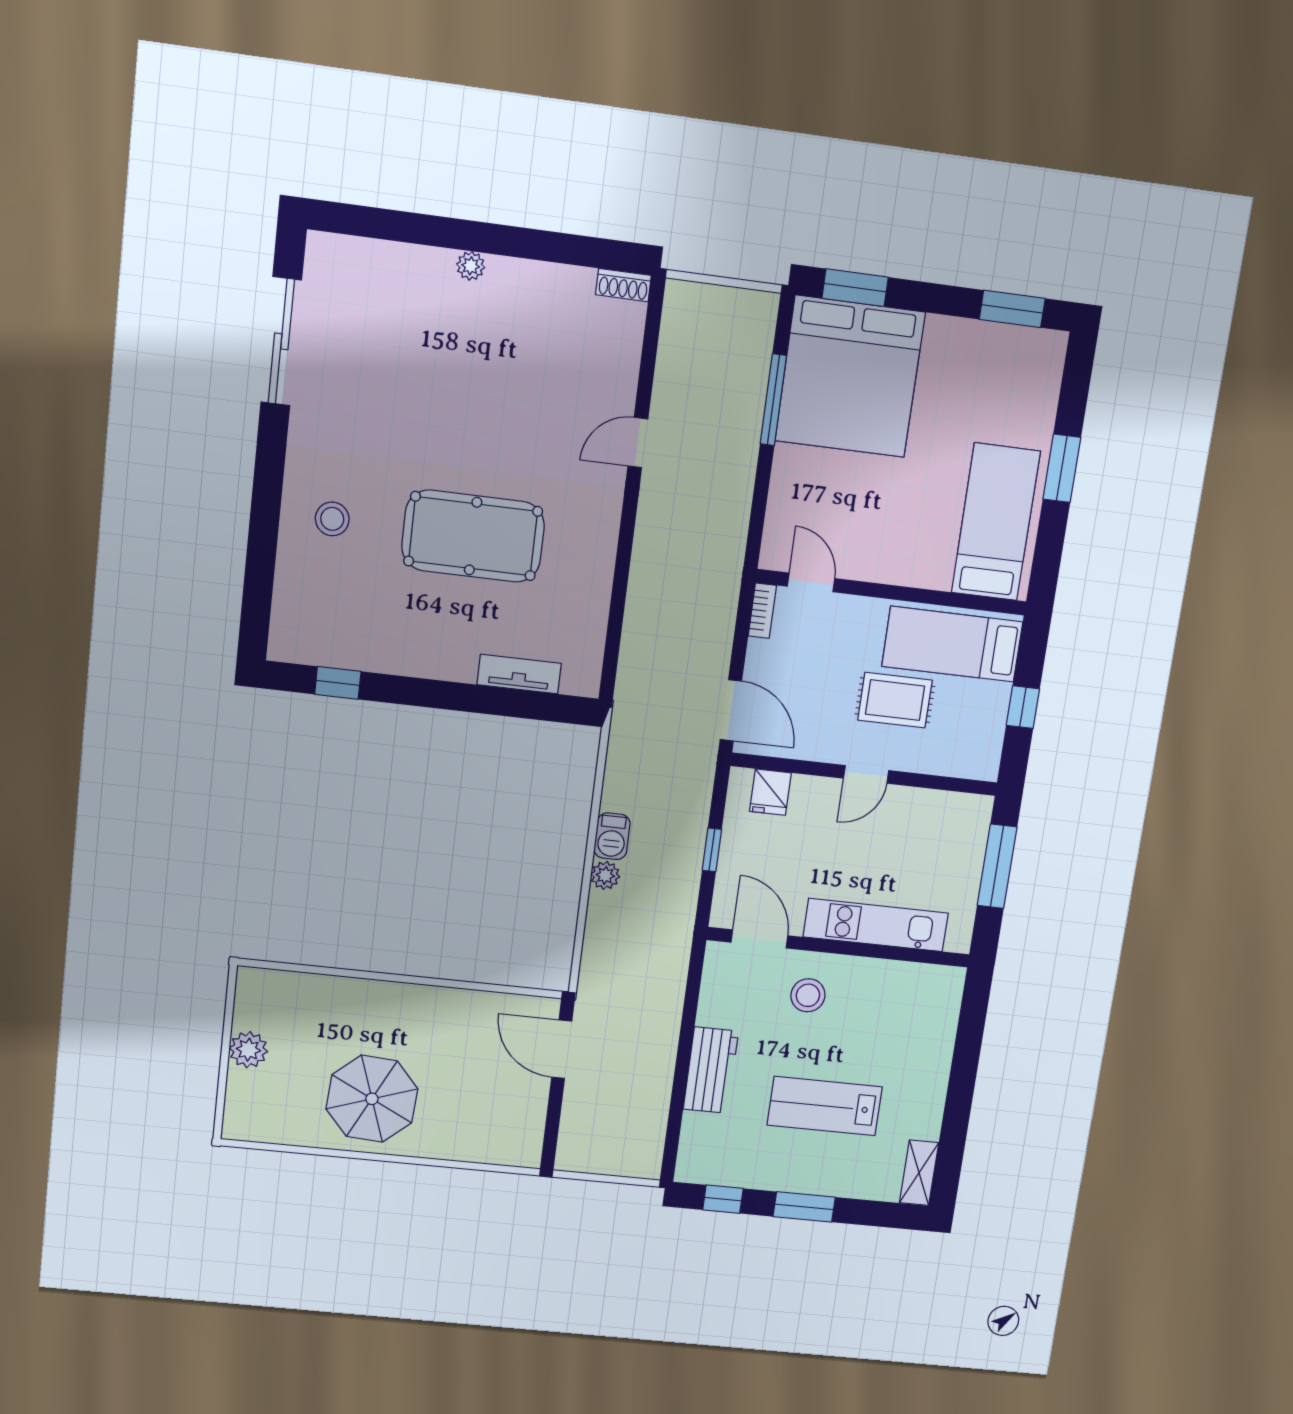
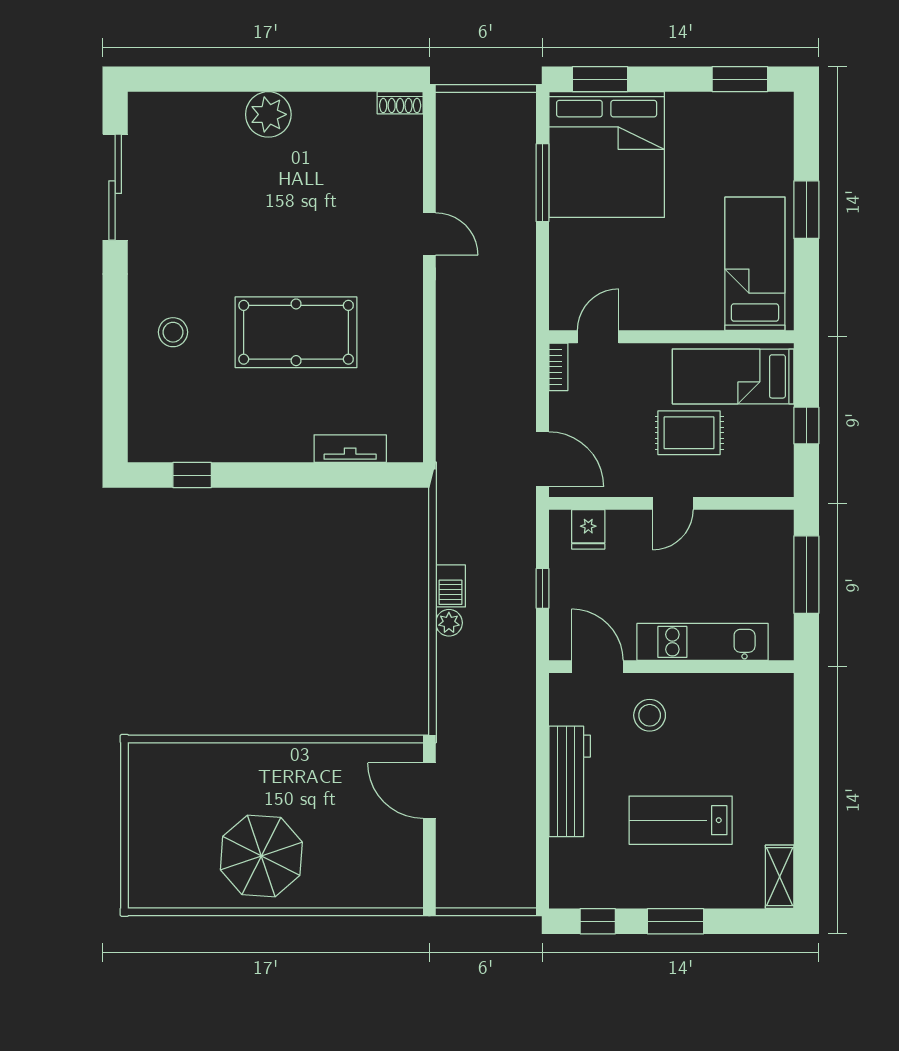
plant: (471, 266) -> (268, 114), width x1.87, depth x1.87
door: (638, 443) -> (429, 234), swing flipped
door: (811, 582) -> (598, 337), hinge flipped
plant: (248, 1050) -> (145, 821), removed
workbench: (711, 1070) -> (570, 781), width x1.38

